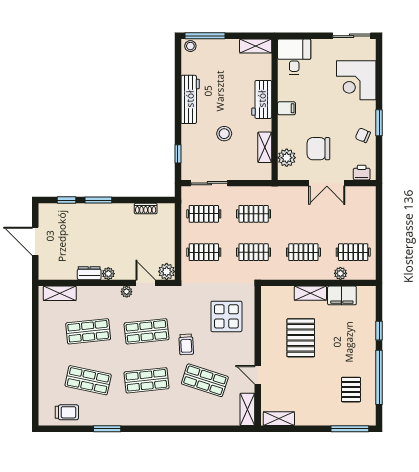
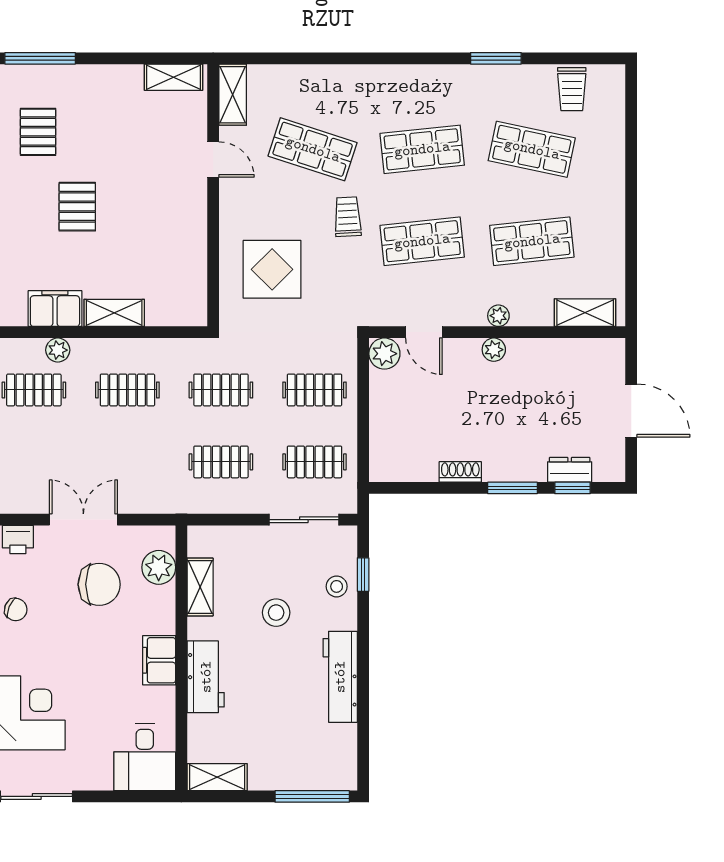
stool: (190, 46) -> (337, 586), moved
filing cabinet: (286, 108) -> (159, 660), width x2.00
shoe rack: (146, 209) -> (460, 472), moved
dresser: (89, 273) -> (570, 470), moved, turned 180
plant: (127, 292) -> (498, 316), moved
pallet: (301, 338) -> (77, 207), moved, width x0.67, depth x0.71
trolley: (67, 412) -> (572, 89), turned -90

